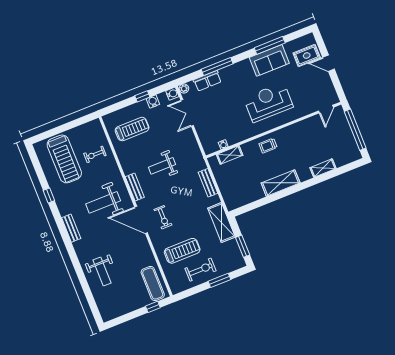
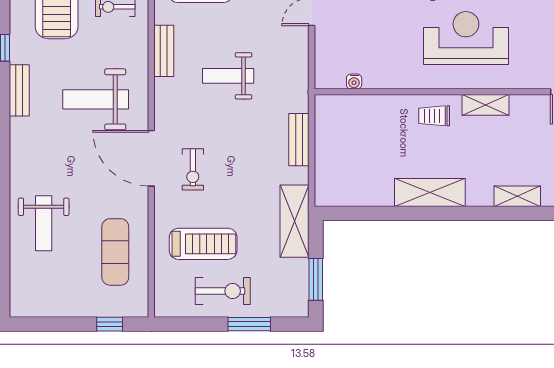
shelving: (230, 155) -> (485, 105), moved
bench: (135, 187) -> (164, 51), moved
bench: (71, 228) -> (19, 90), moved
exercise mat: (153, 284) -> (115, 252), moved

